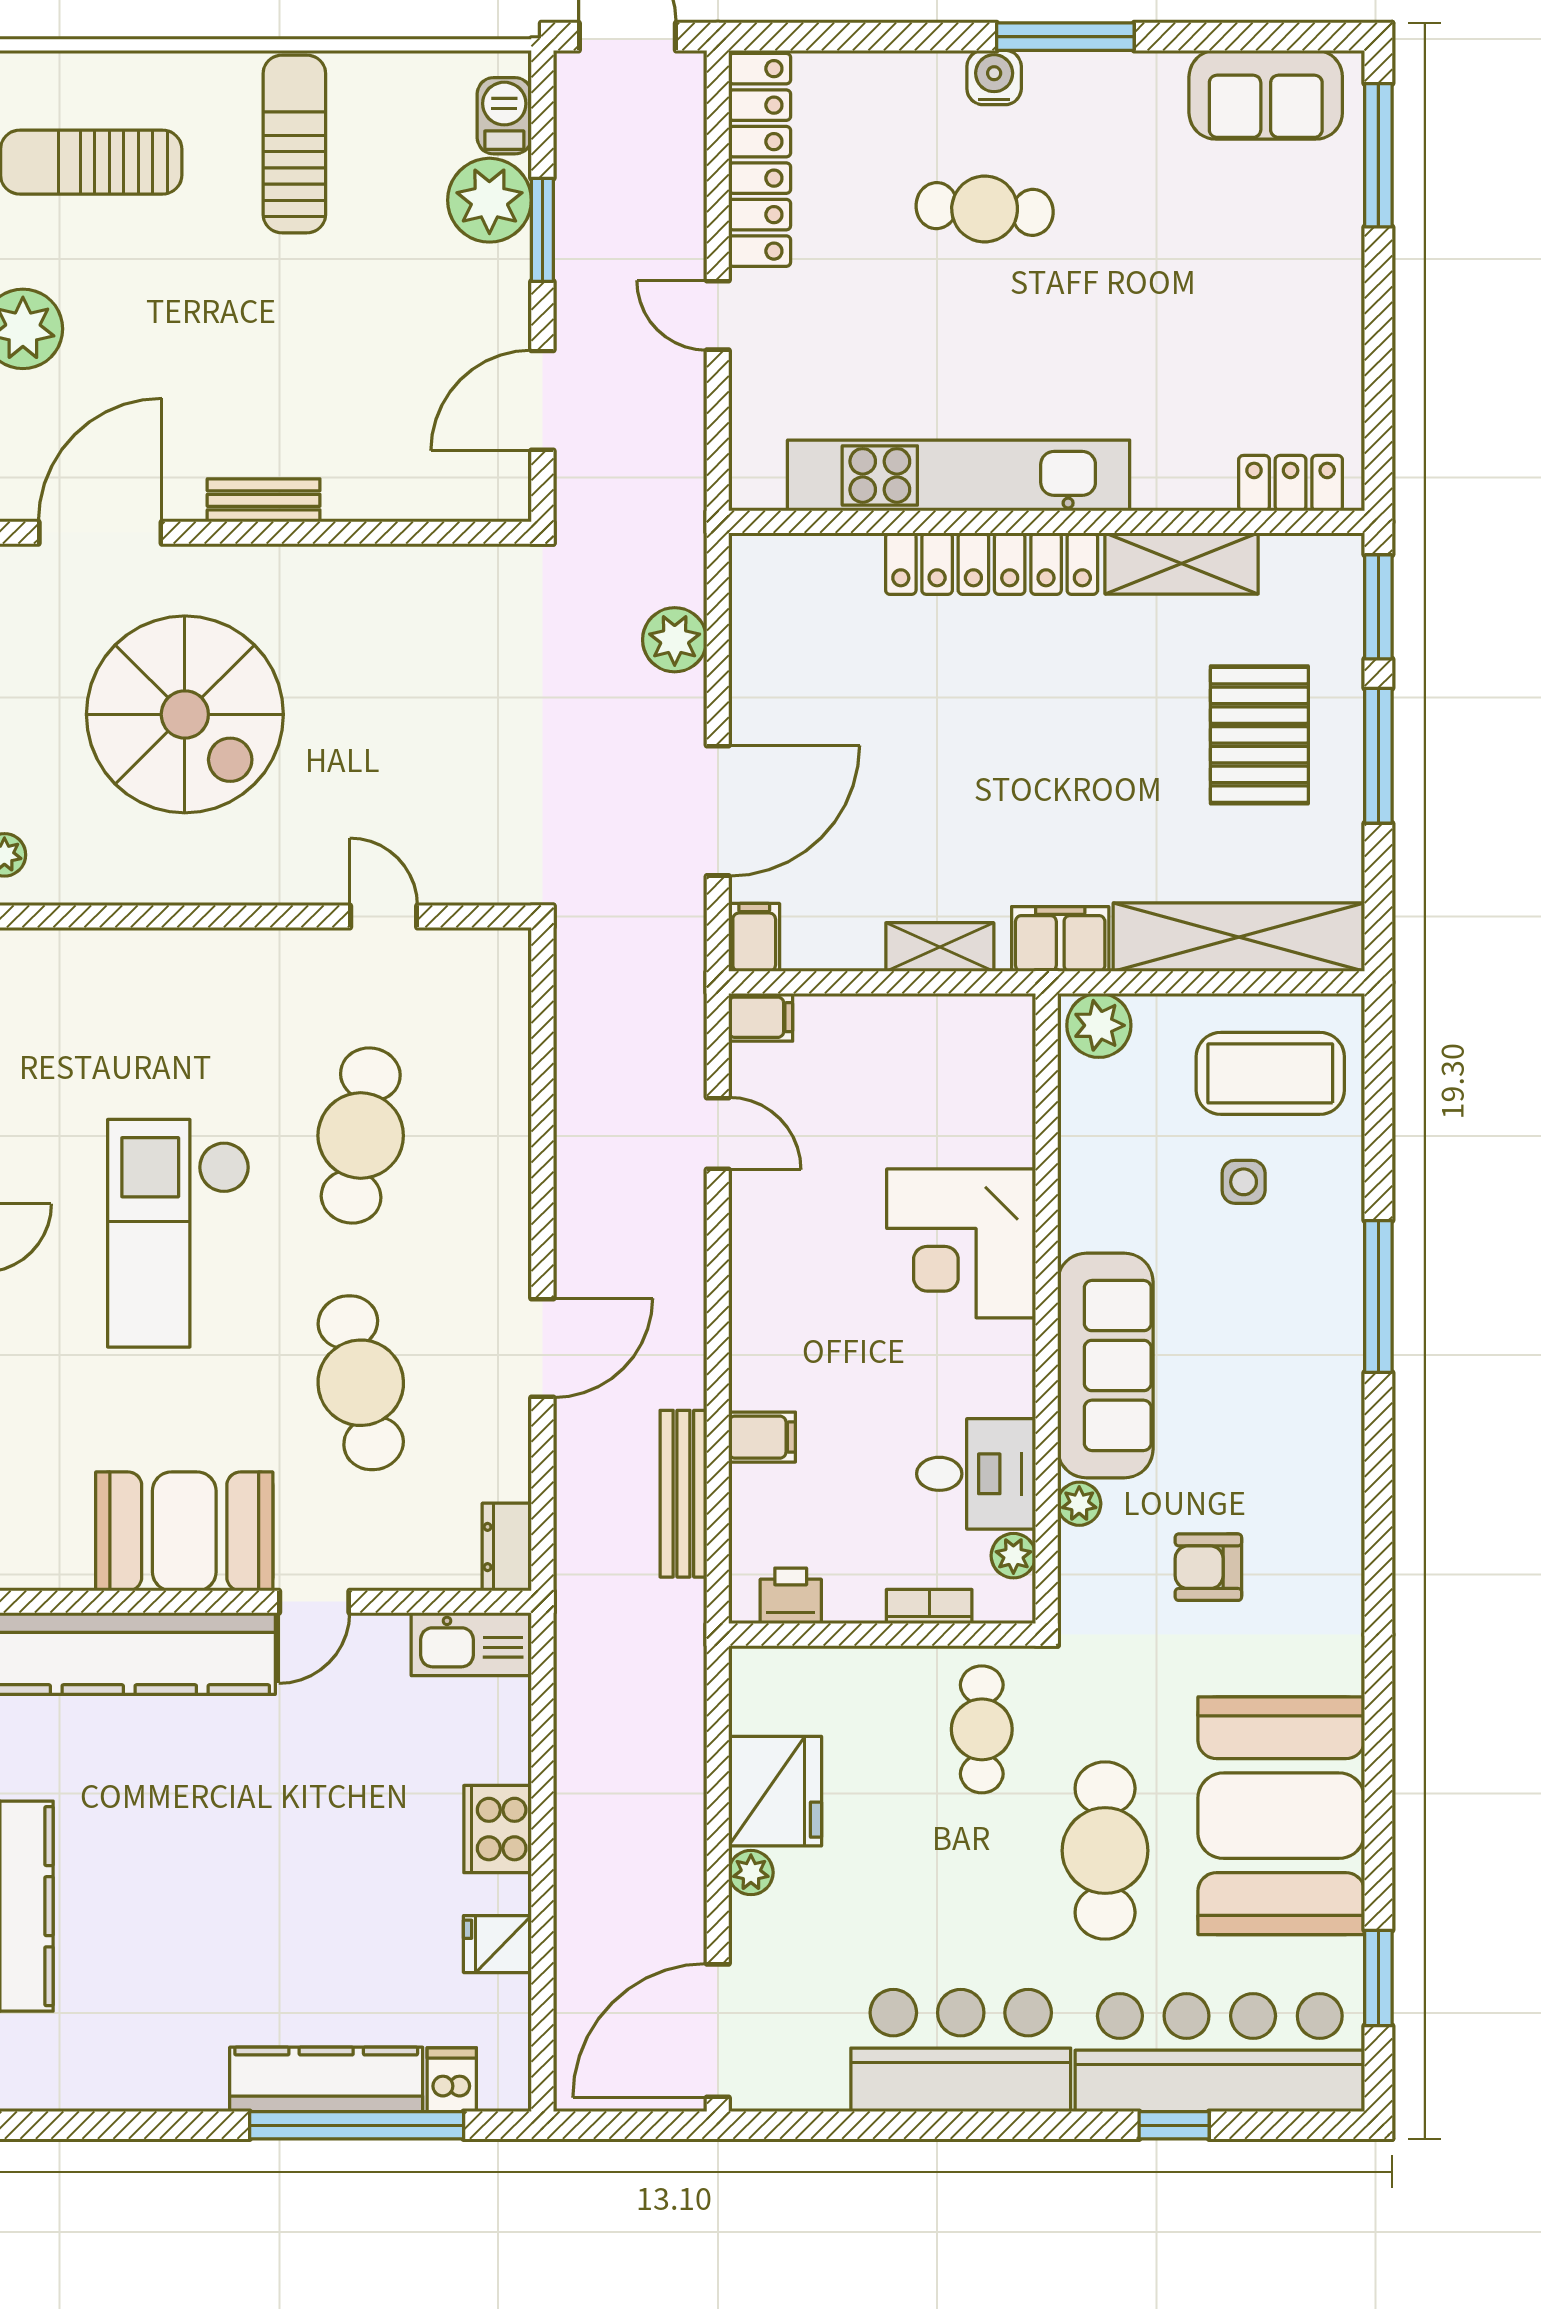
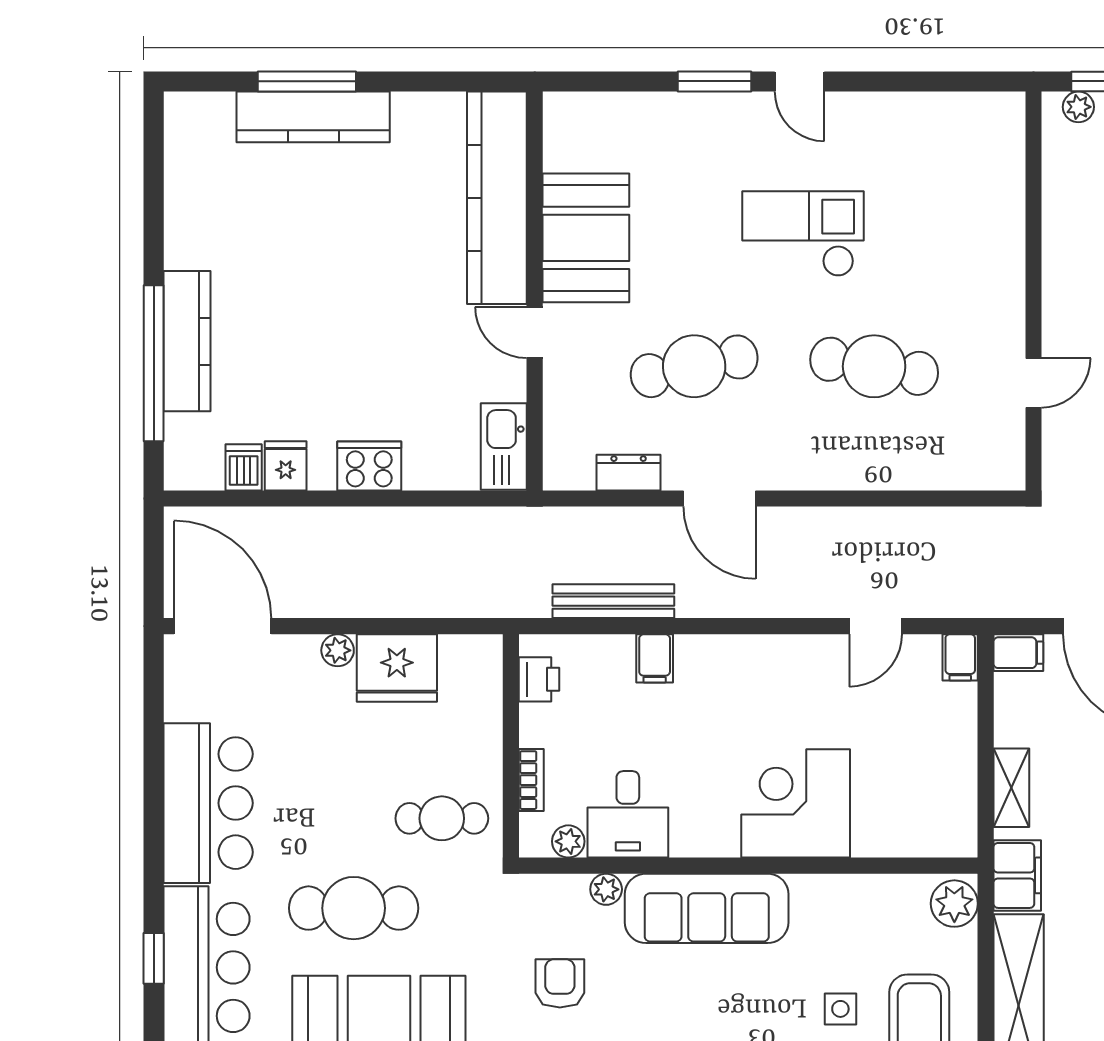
checkout: (179, 1233) -> (803, 234), width x0.73, depth x0.83
dresser: (507, 1547) -> (629, 473), moved
dishwasher: (452, 2080) -> (244, 467), moved, turned -90

